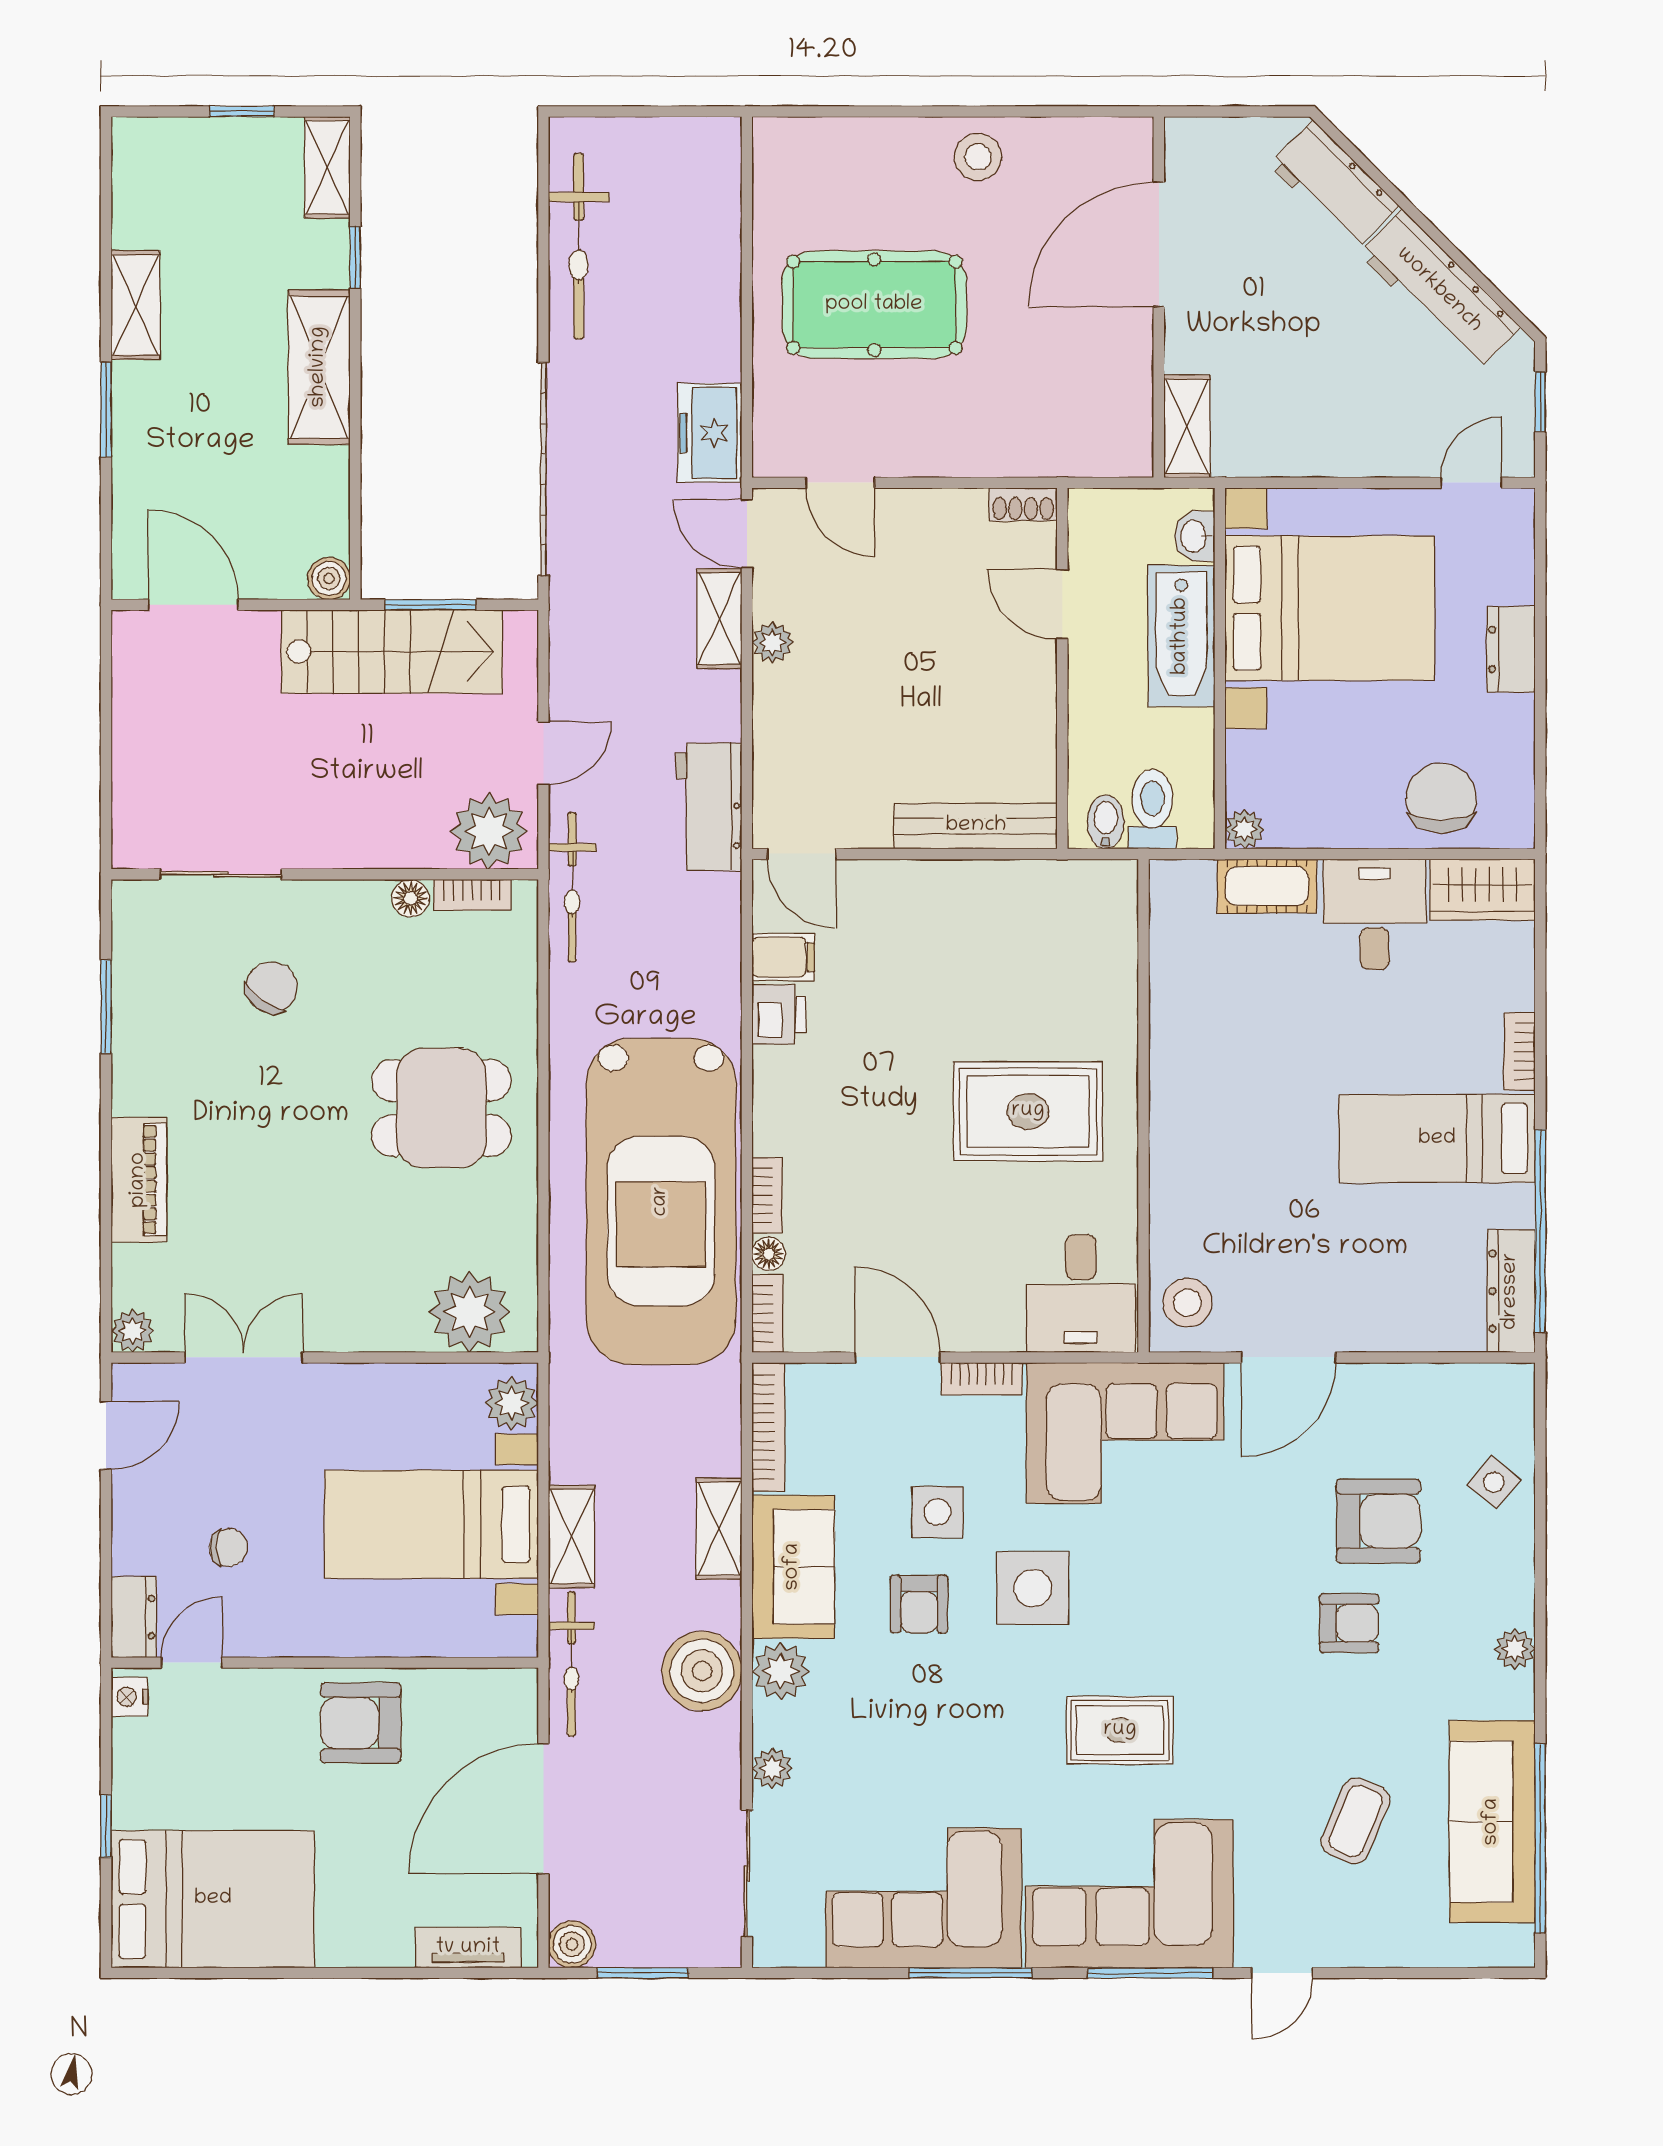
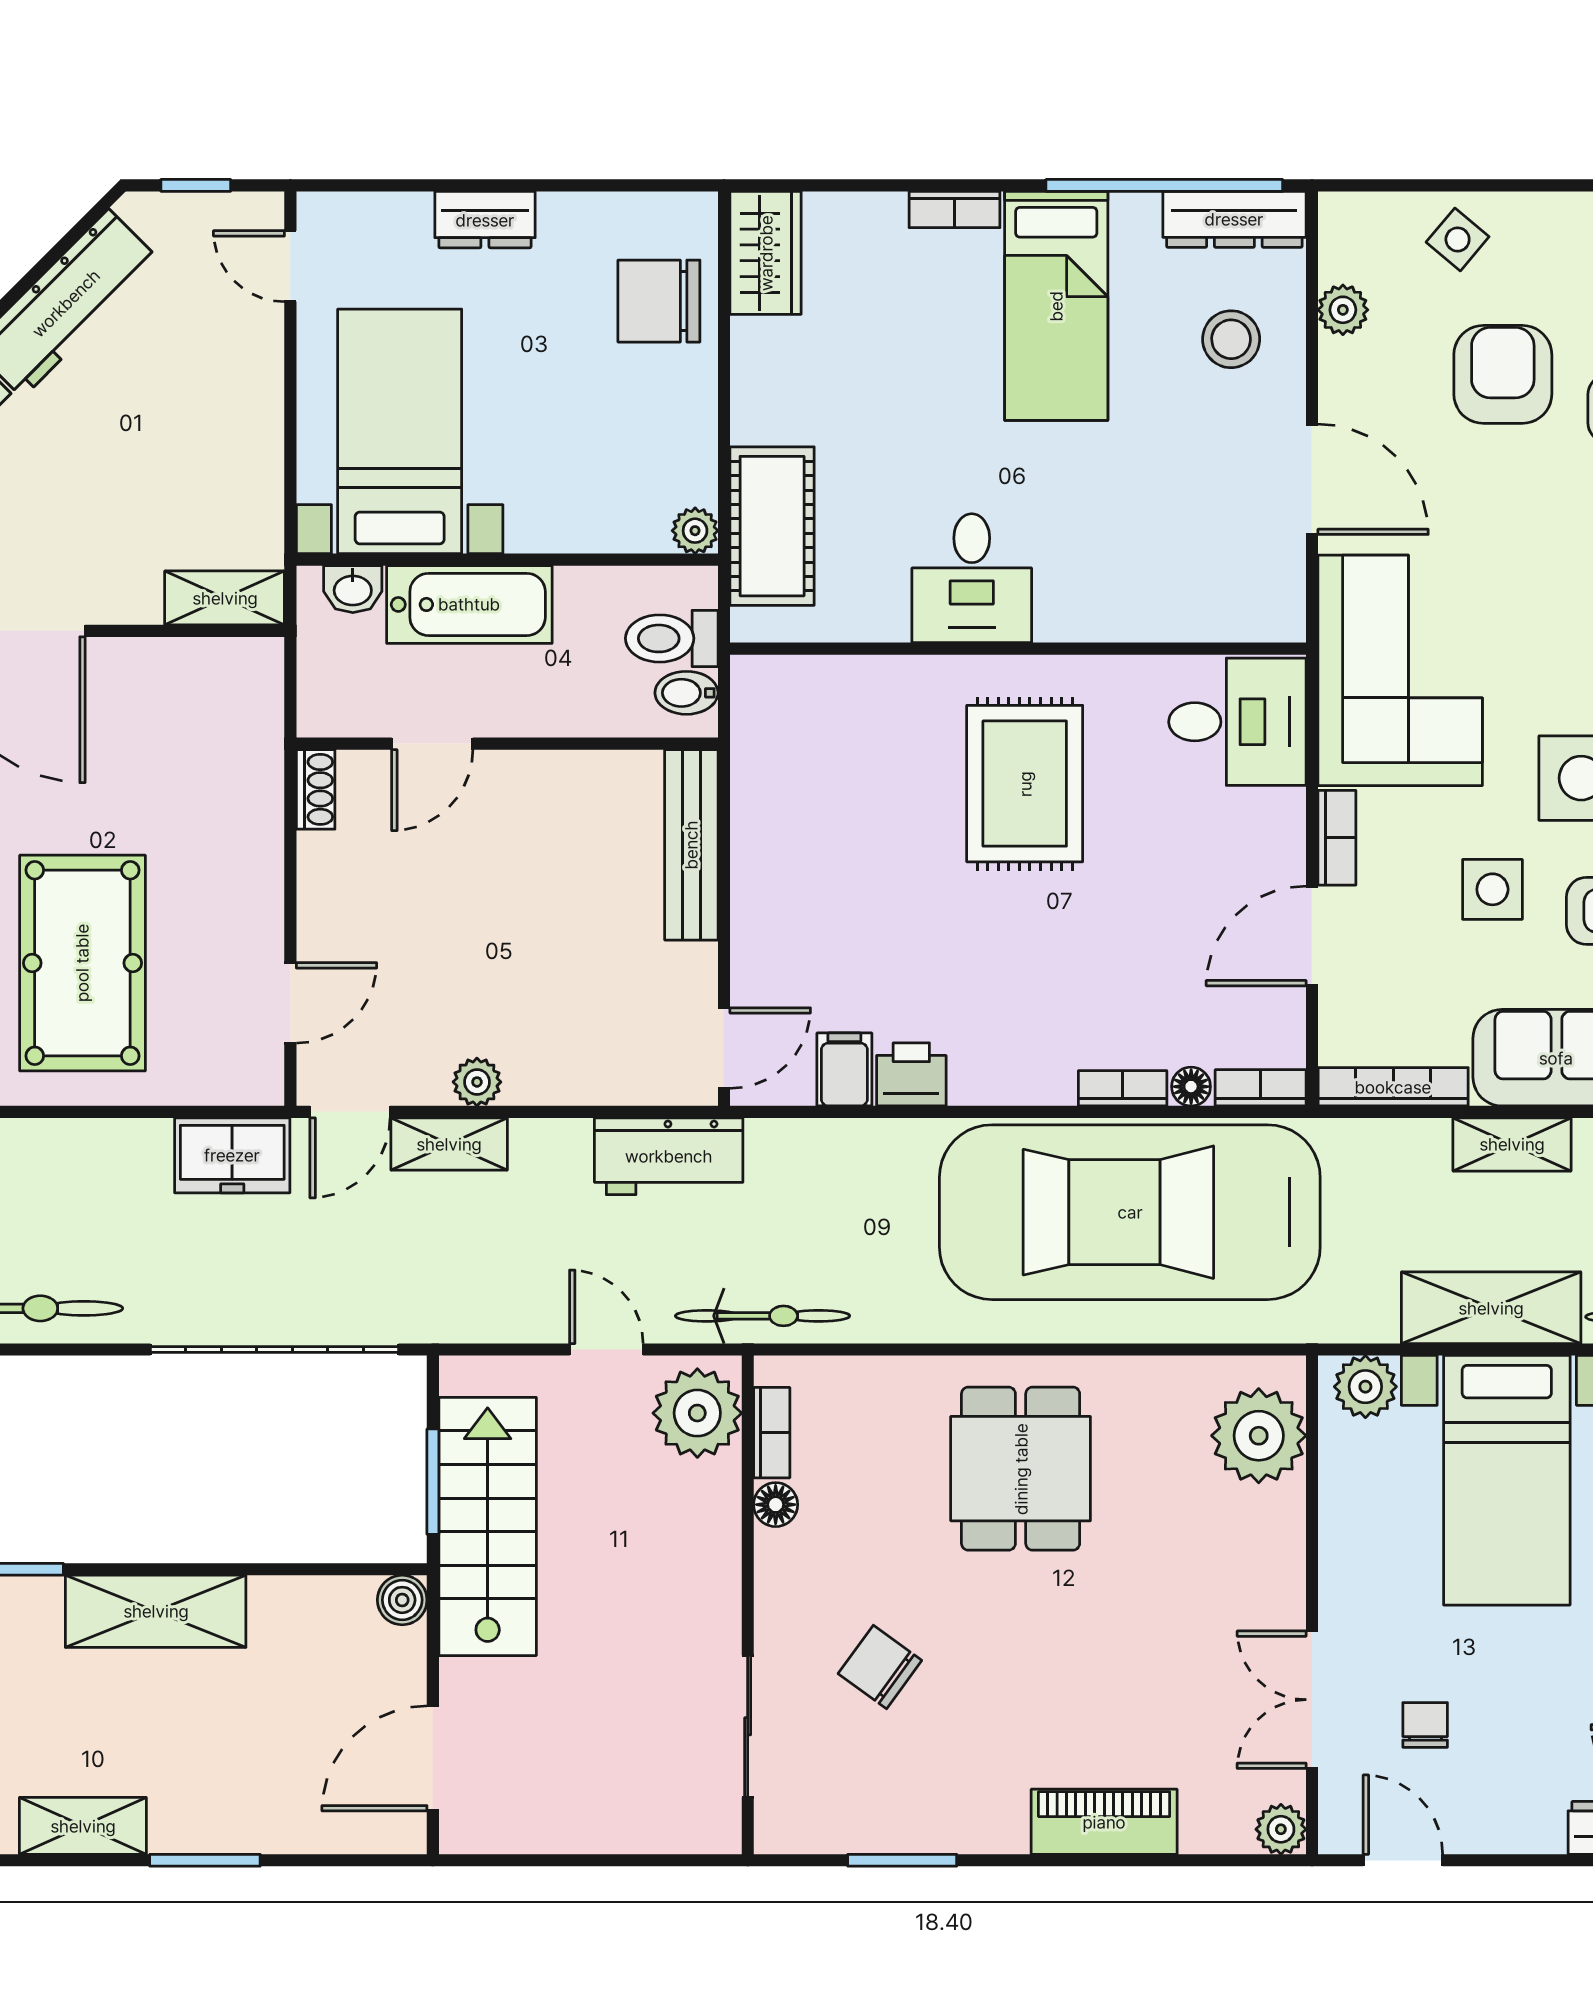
bed with nightstands: (1330, 608) -> (400, 431), width x0.73
cot: (1267, 886) -> (772, 526), width x1.37, depth x1.34
desk: (1375, 914) -> (972, 578), moved, turned -90
car: (661, 1201) -> (1130, 1212), turned 180
stool: (1187, 1303) -> (1231, 339), moved
plant: (1434, 1384) -> (1343, 310), added
shelving: (572, 1537) -> (1491, 1308), width x1.50, depth x1.33
chair: (228, 1548) -> (1425, 1725), moved

